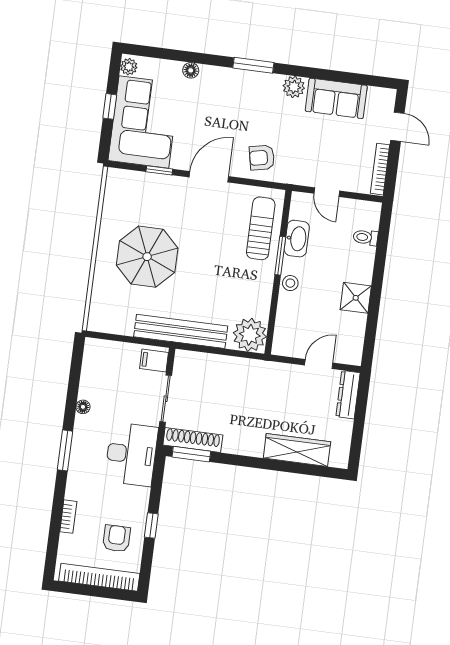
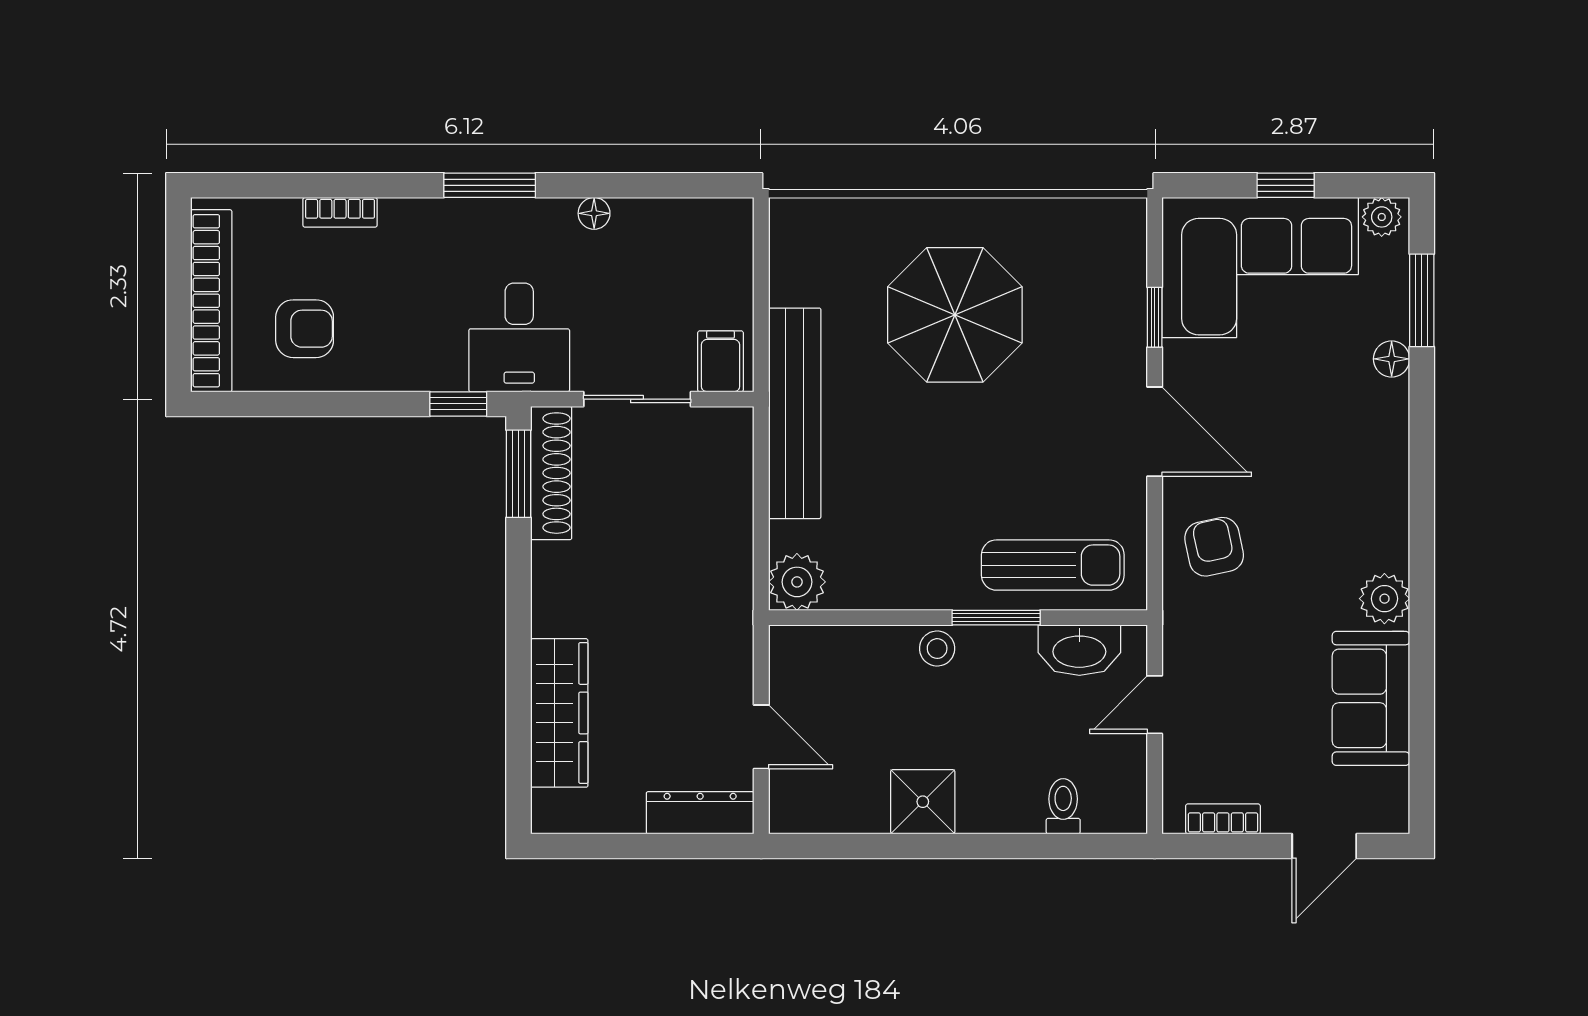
window: (253, 65) -> (1422, 300), moved
bookcase: (380, 169) -> (1223, 819), width x0.64
washbasin: (297, 239) -> (1079, 650), moved
plant: (250, 335) -> (797, 582), width x0.73, depth x0.73
desk: (131, 454) -> (519, 337), width x0.73
window: (151, 526) -> (458, 404), moved

